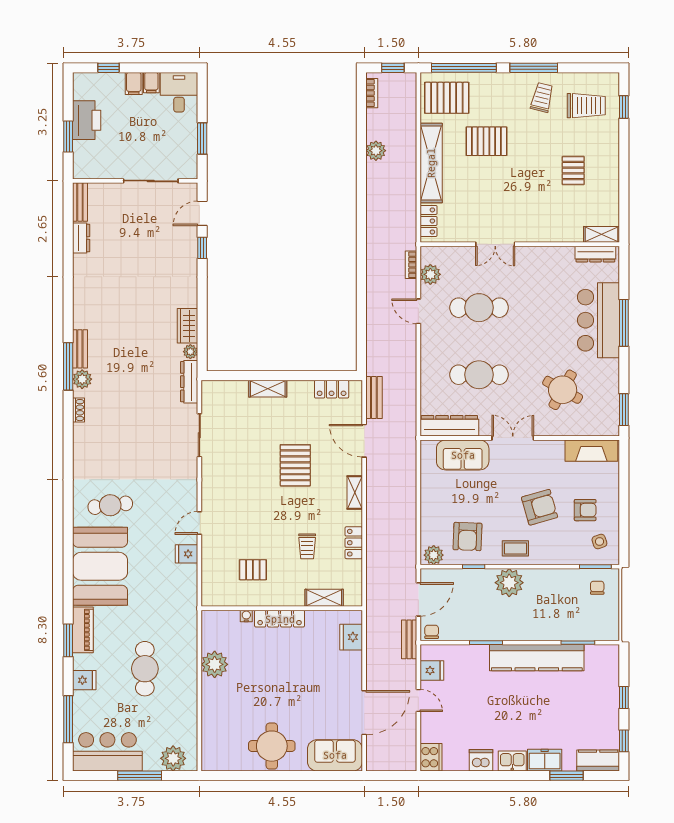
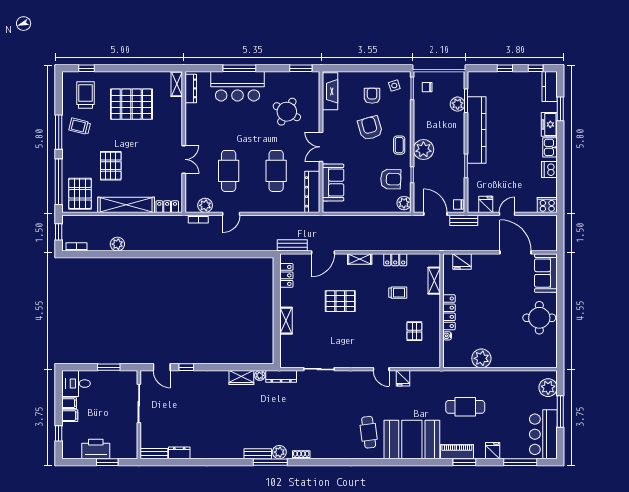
pallet: (573, 171) -> (131, 104), width x2.05, depth x2.00
plant: (573, 631) -> (458, 104), added
cafe table: (145, 669) -> (465, 407), moved

